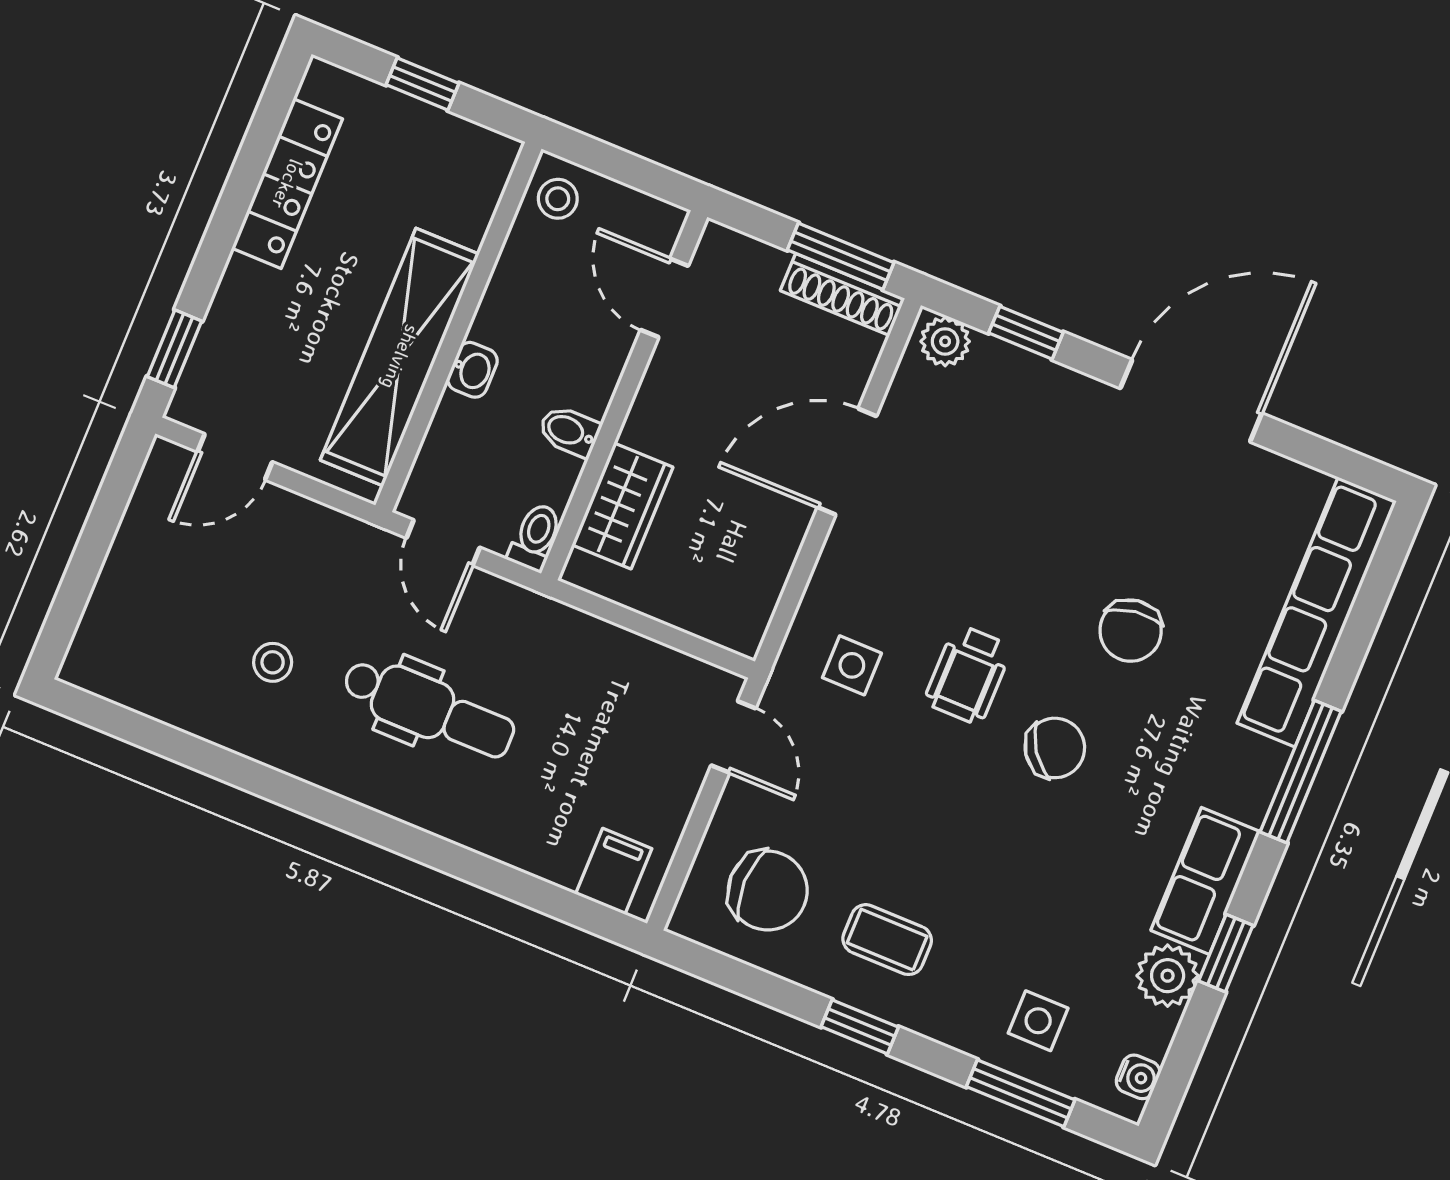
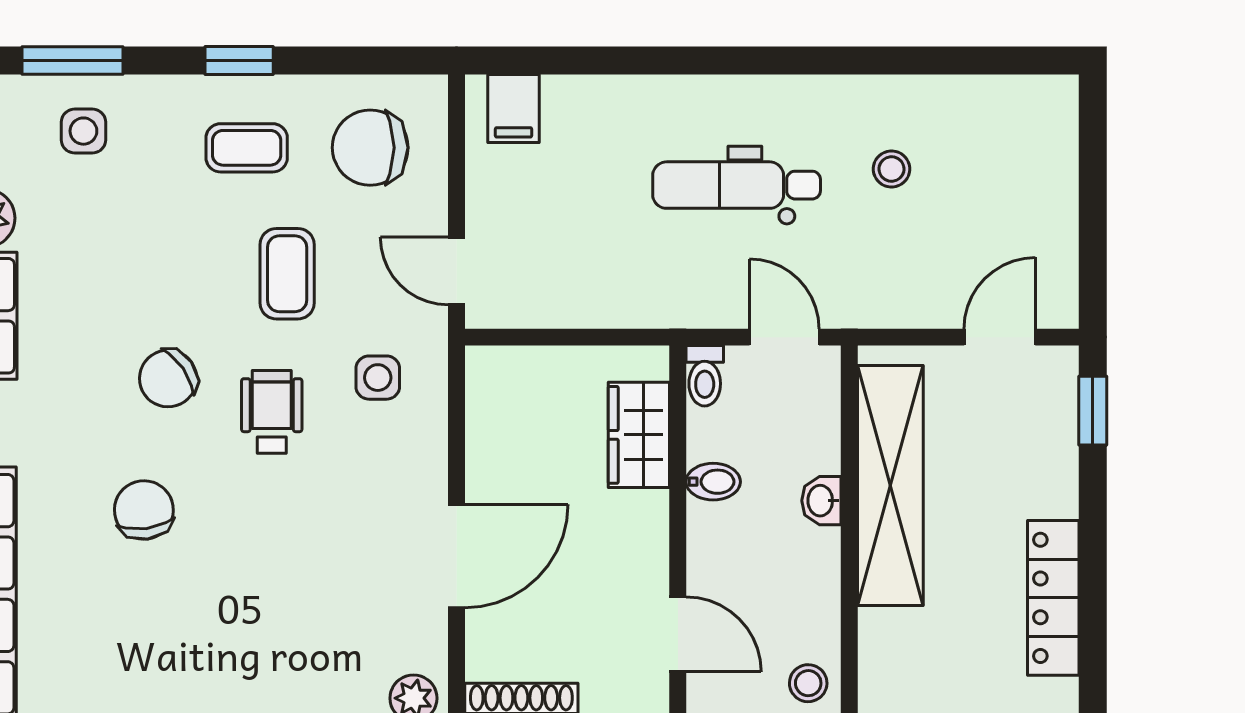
coffee table: (898, 802) -> (287, 274), added

